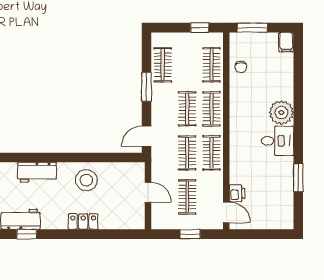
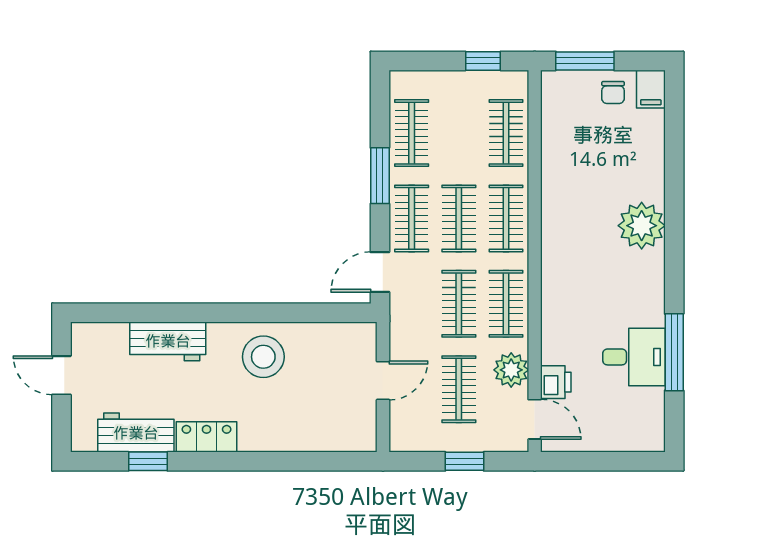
chair: (241, 67) -> (613, 93), moved
clothes rail: (163, 109) -> (412, 218), added
desk: (277, 141) -> (634, 357), moved
window: (298, 178) -> (674, 352), width x1.44
plant: (214, 187) -> (511, 370), added
door: (148, 192) -> (383, 381), hinge flipped
locker: (83, 222) -> (207, 437), moved

